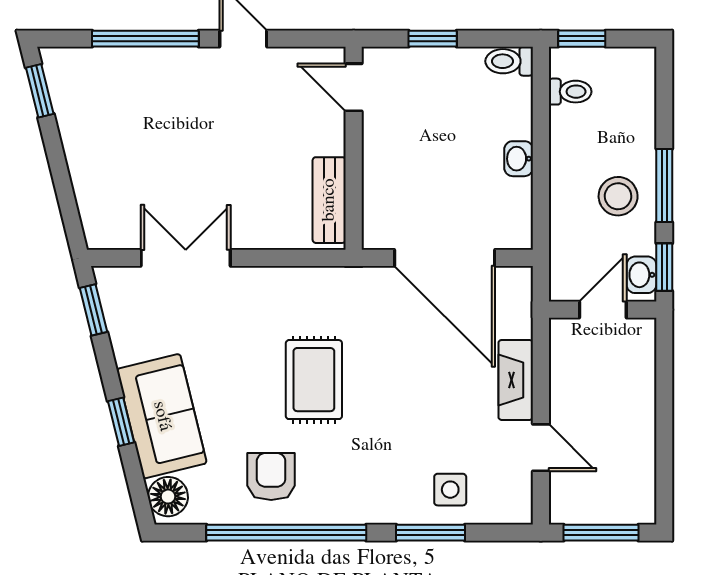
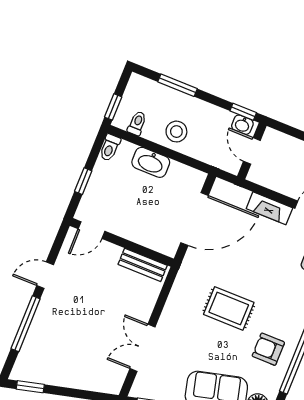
washbasin: (519, 159) -> (151, 162), width x1.91, depth x1.45
window: (664, 185) -> (178, 85), moved
stool: (618, 196) -> (176, 132), moved

